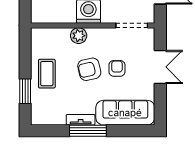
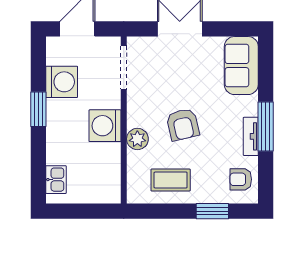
armchair: (117, 68) -> (241, 179), moved
coffee table: (47, 74) -> (171, 180), moved
sofa: (125, 113) -> (241, 66), width x0.73

